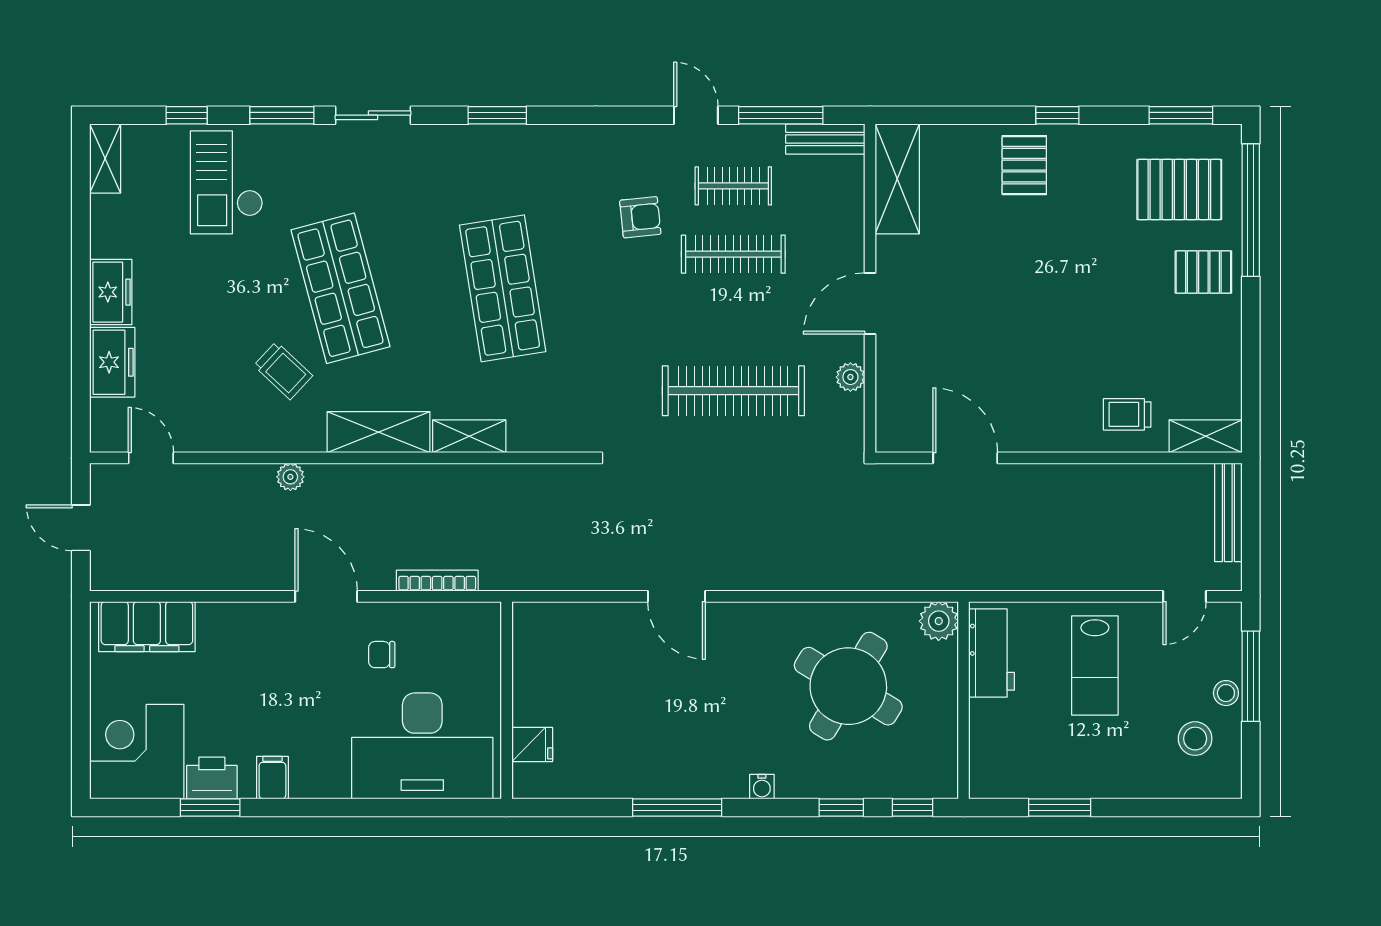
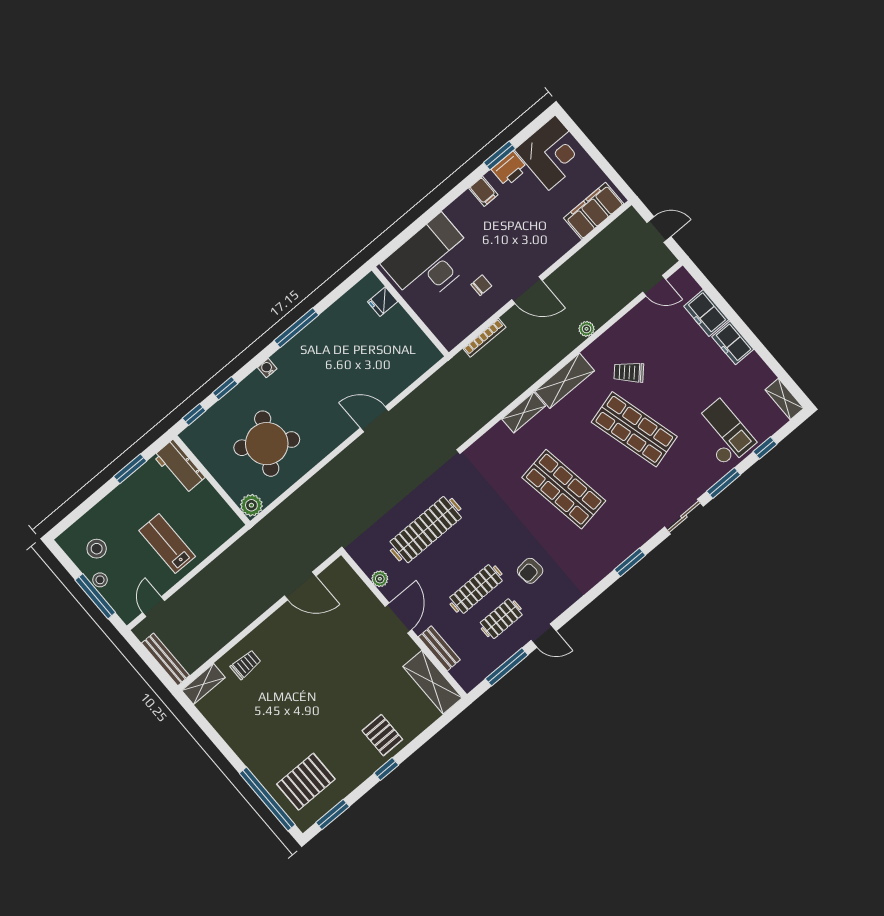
bench: (825, 139) -> (439, 648), moved, turned 90
pallet: (1203, 272) -> (265, 755), removed
workbench: (992, 653) -> (179, 467), moved

